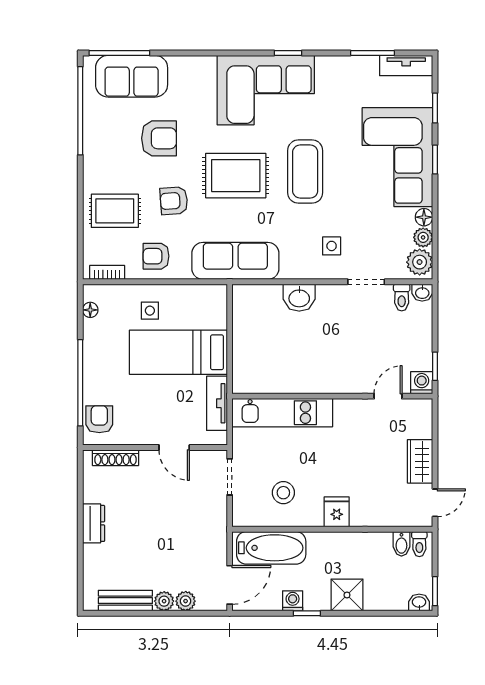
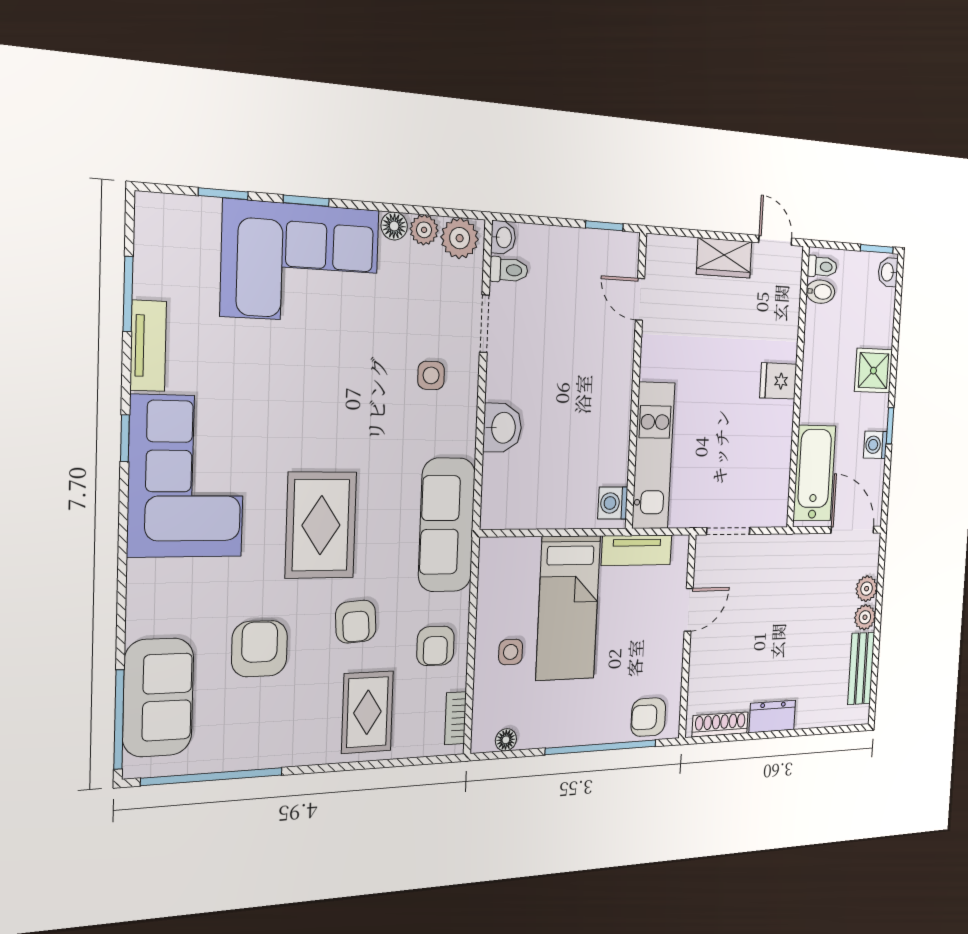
tv unit: (406, 65) -> (148, 346), moved
coffee table: (305, 172) -> (318, 414), removed
washing machine: (422, 383) -> (613, 503), moved
shoe rack: (116, 458) -> (720, 724), moved, turned -90
stool: (283, 493) -> (751, 455), removed

